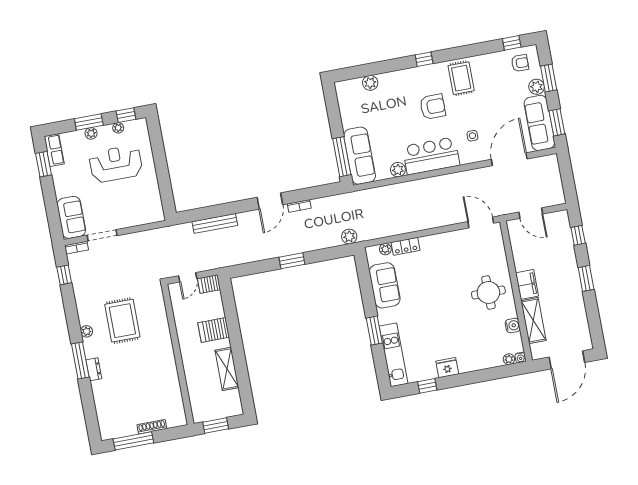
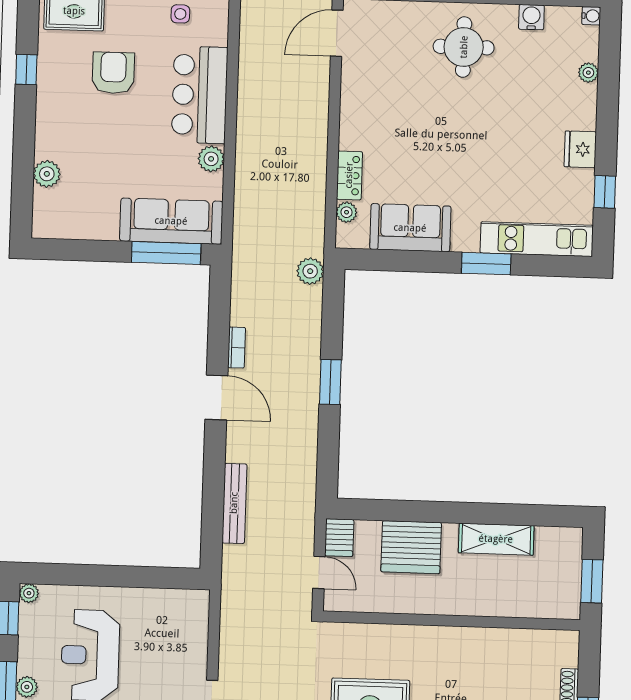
plant: (118, 128) -> (29, 593), moved
server rack: (214, 330) -> (411, 547), width x1.60
plant: (509, 359) -> (588, 73), moved

